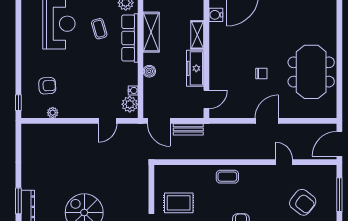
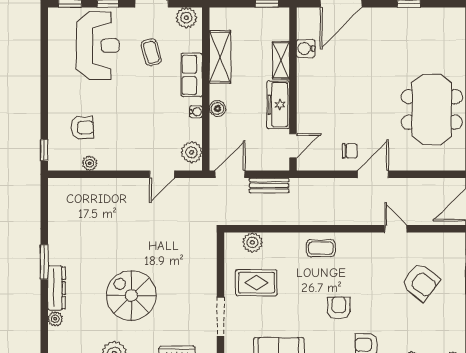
water cooler: (216, 15) -> (306, 48), moved
row of seats: (130, 38) -> (192, 75), width x0.68
chair: (261, 74) -> (350, 151), moved
water cooler: (133, 90) -> (196, 112), moved
door: (159, 121) -> (230, 174), swing flipped
plant: (176, 172) -> (252, 242), added
window: (18, 201) -> (44, 262), moved

